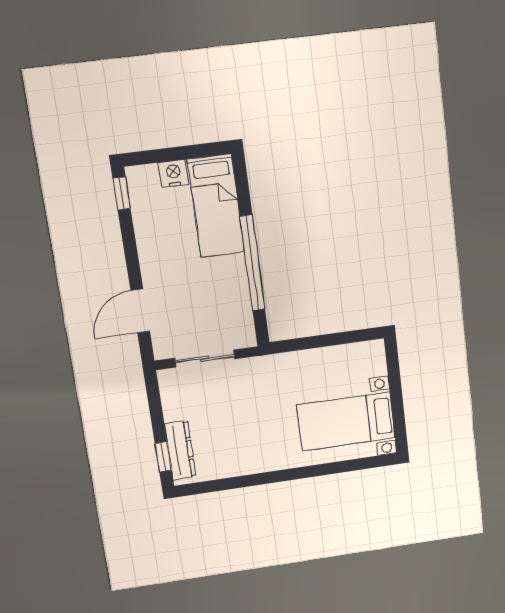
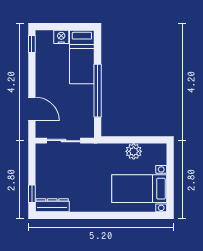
door: (140, 311) -> (32, 109), swing flipped
plant: (329, 360) -> (134, 151), added
dresser: (180, 450) -> (52, 205), moved, turned -90

